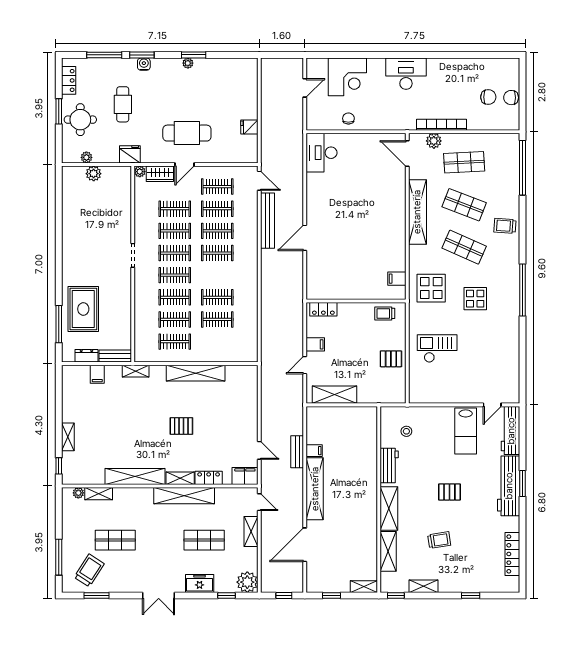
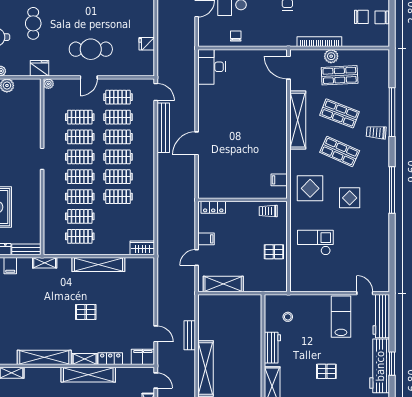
plant: (434, 141) -> (331, 56), moved
window: (522, 168) -> (392, 112), moved
wardrobe: (160, 174) -> (142, 248), moved, turned 180
clothes rail: (217, 319) -> (118, 177), moved
door: (492, 405) -> (365, 293), swing flipped
lab bench: (466, 431) -> (341, 317), turned 180
filing cabinet: (314, 451) -> (205, 334), removed

